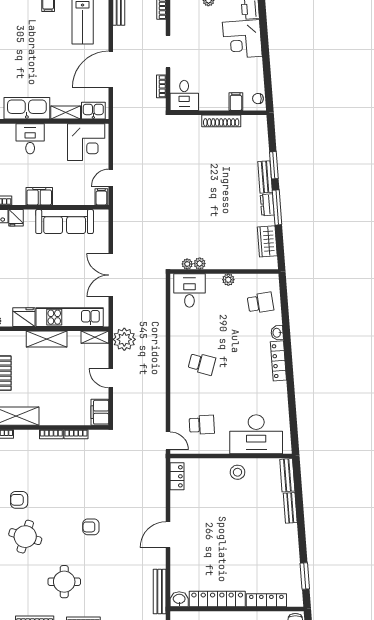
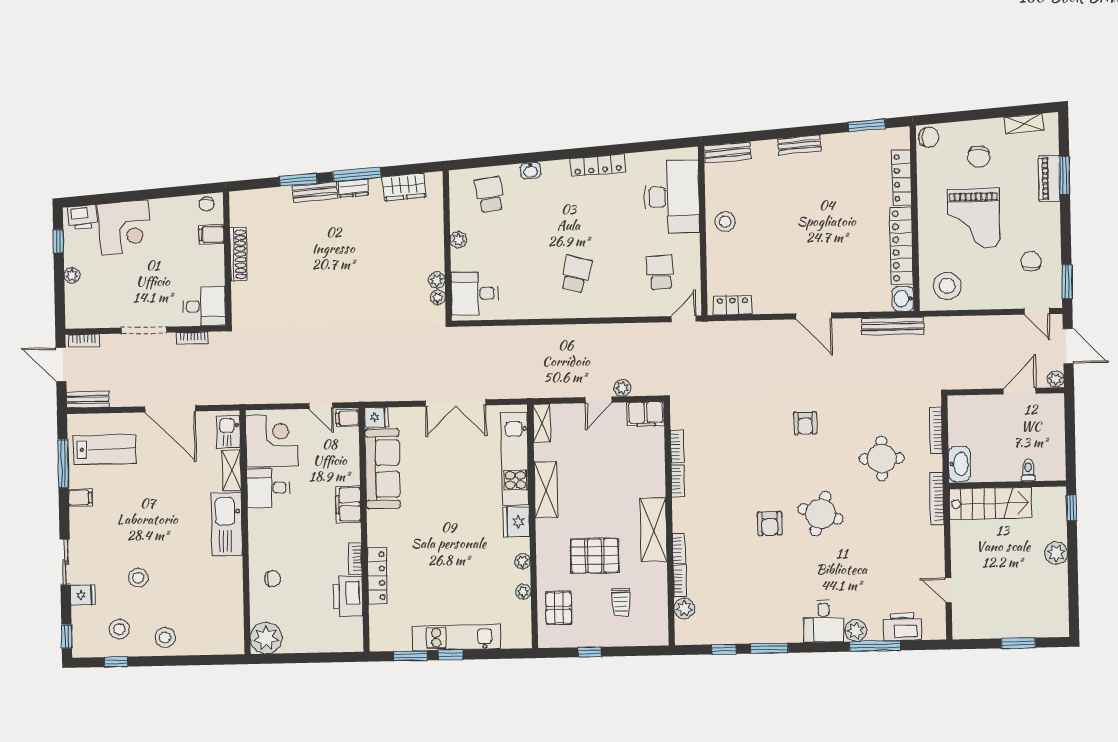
desk: (30, 139) -> (268, 488), moved
fridge: (16, 218) -> (376, 417), moved
plant: (124, 339) -> (622, 388), moved, width x0.53, depth x0.53
locker: (278, 361) -> (598, 165), moved
bench: (290, 508) -> (799, 145), moved

